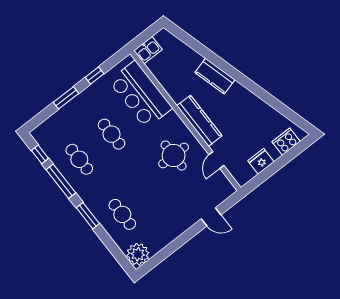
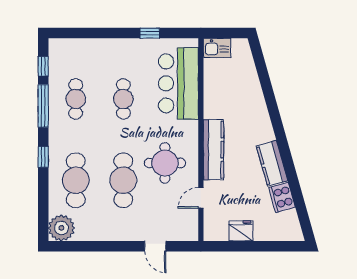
kitchen counter: (215, 76) -> (272, 163), moved
window: (66, 98) -> (108, 33), removed
cooker: (286, 142) -> (282, 197), moved, turned -106
cafe table: (155, 189) -> (123, 180), added
cafe table: (122, 214) -> (76, 180), width x1.37, depth x1.35
window: (88, 216) -> (43, 157), width x0.67

